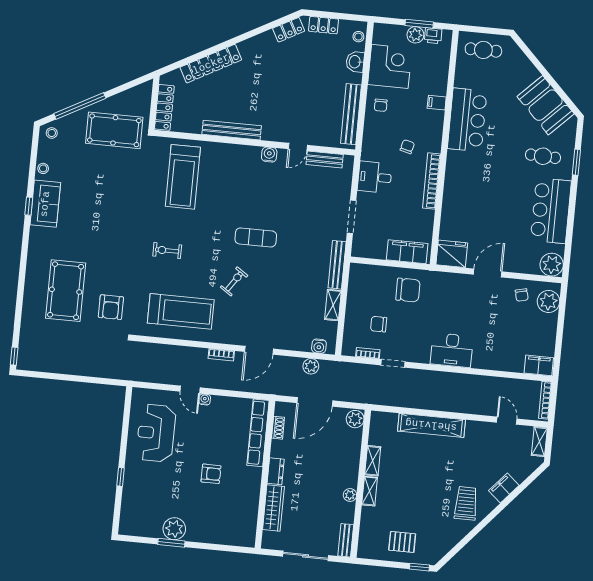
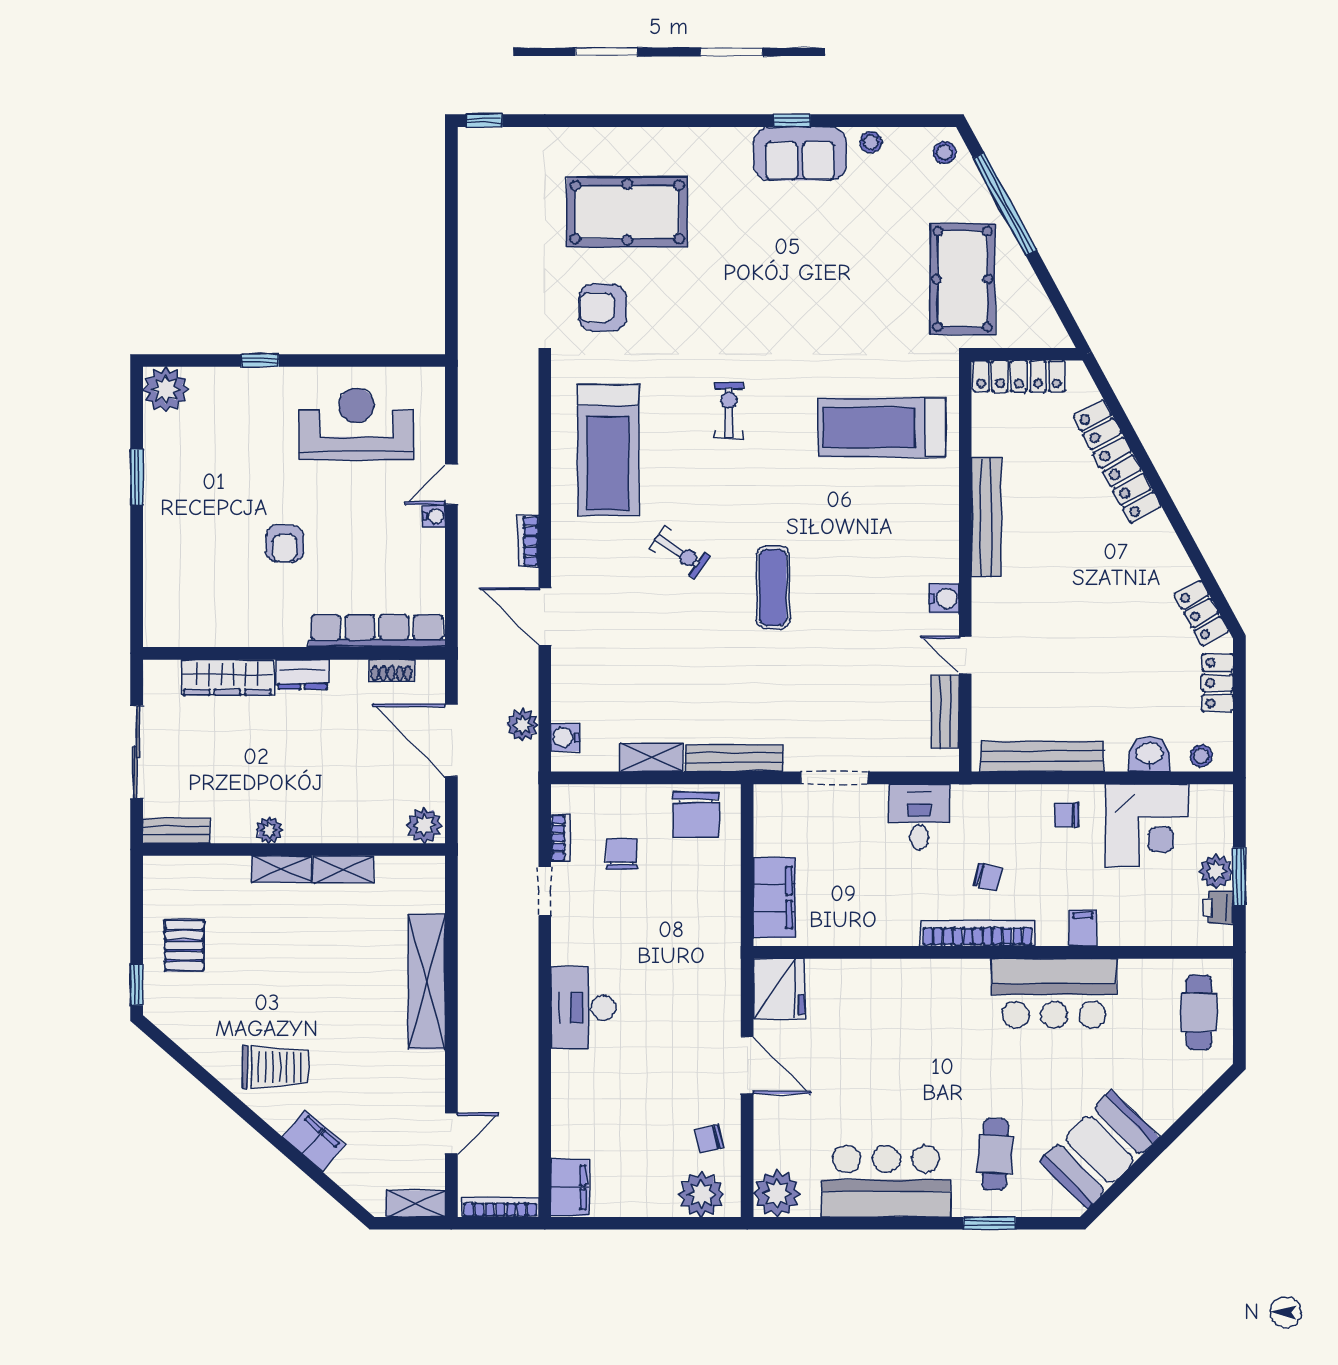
bookcase: (432, 181) -> (978, 933), moved
chair: (408, 290) -> (696, 815), moved
plant: (174, 529) -> (166, 389), moved

